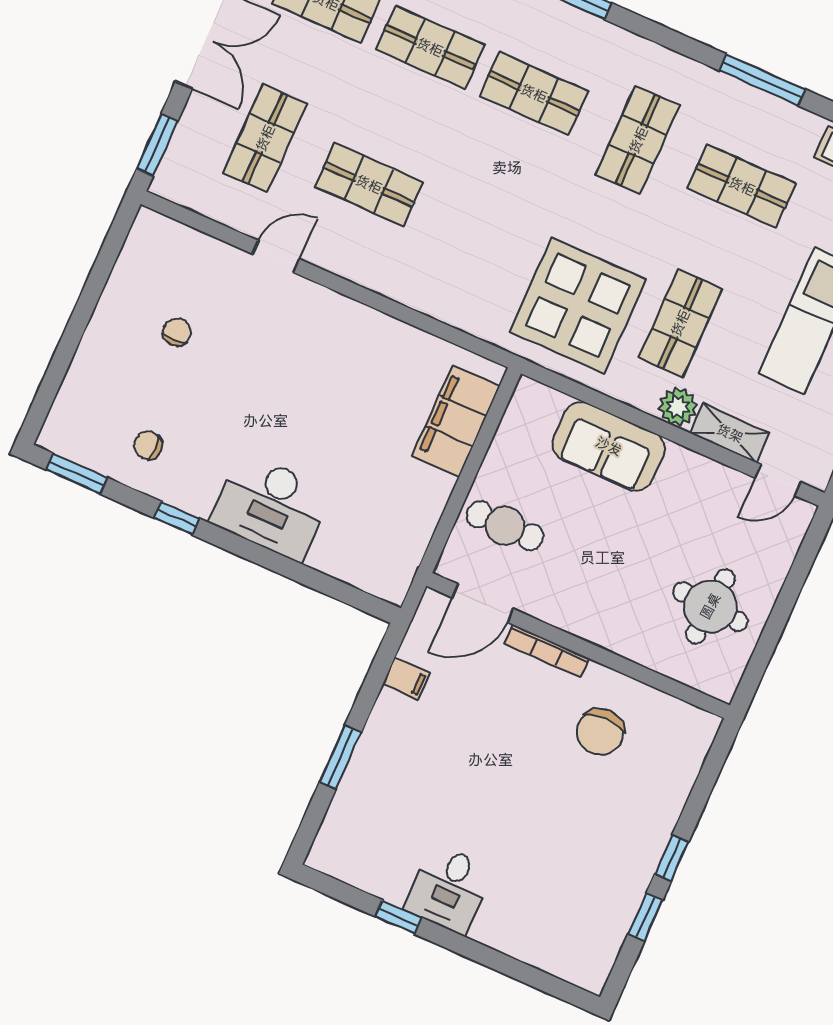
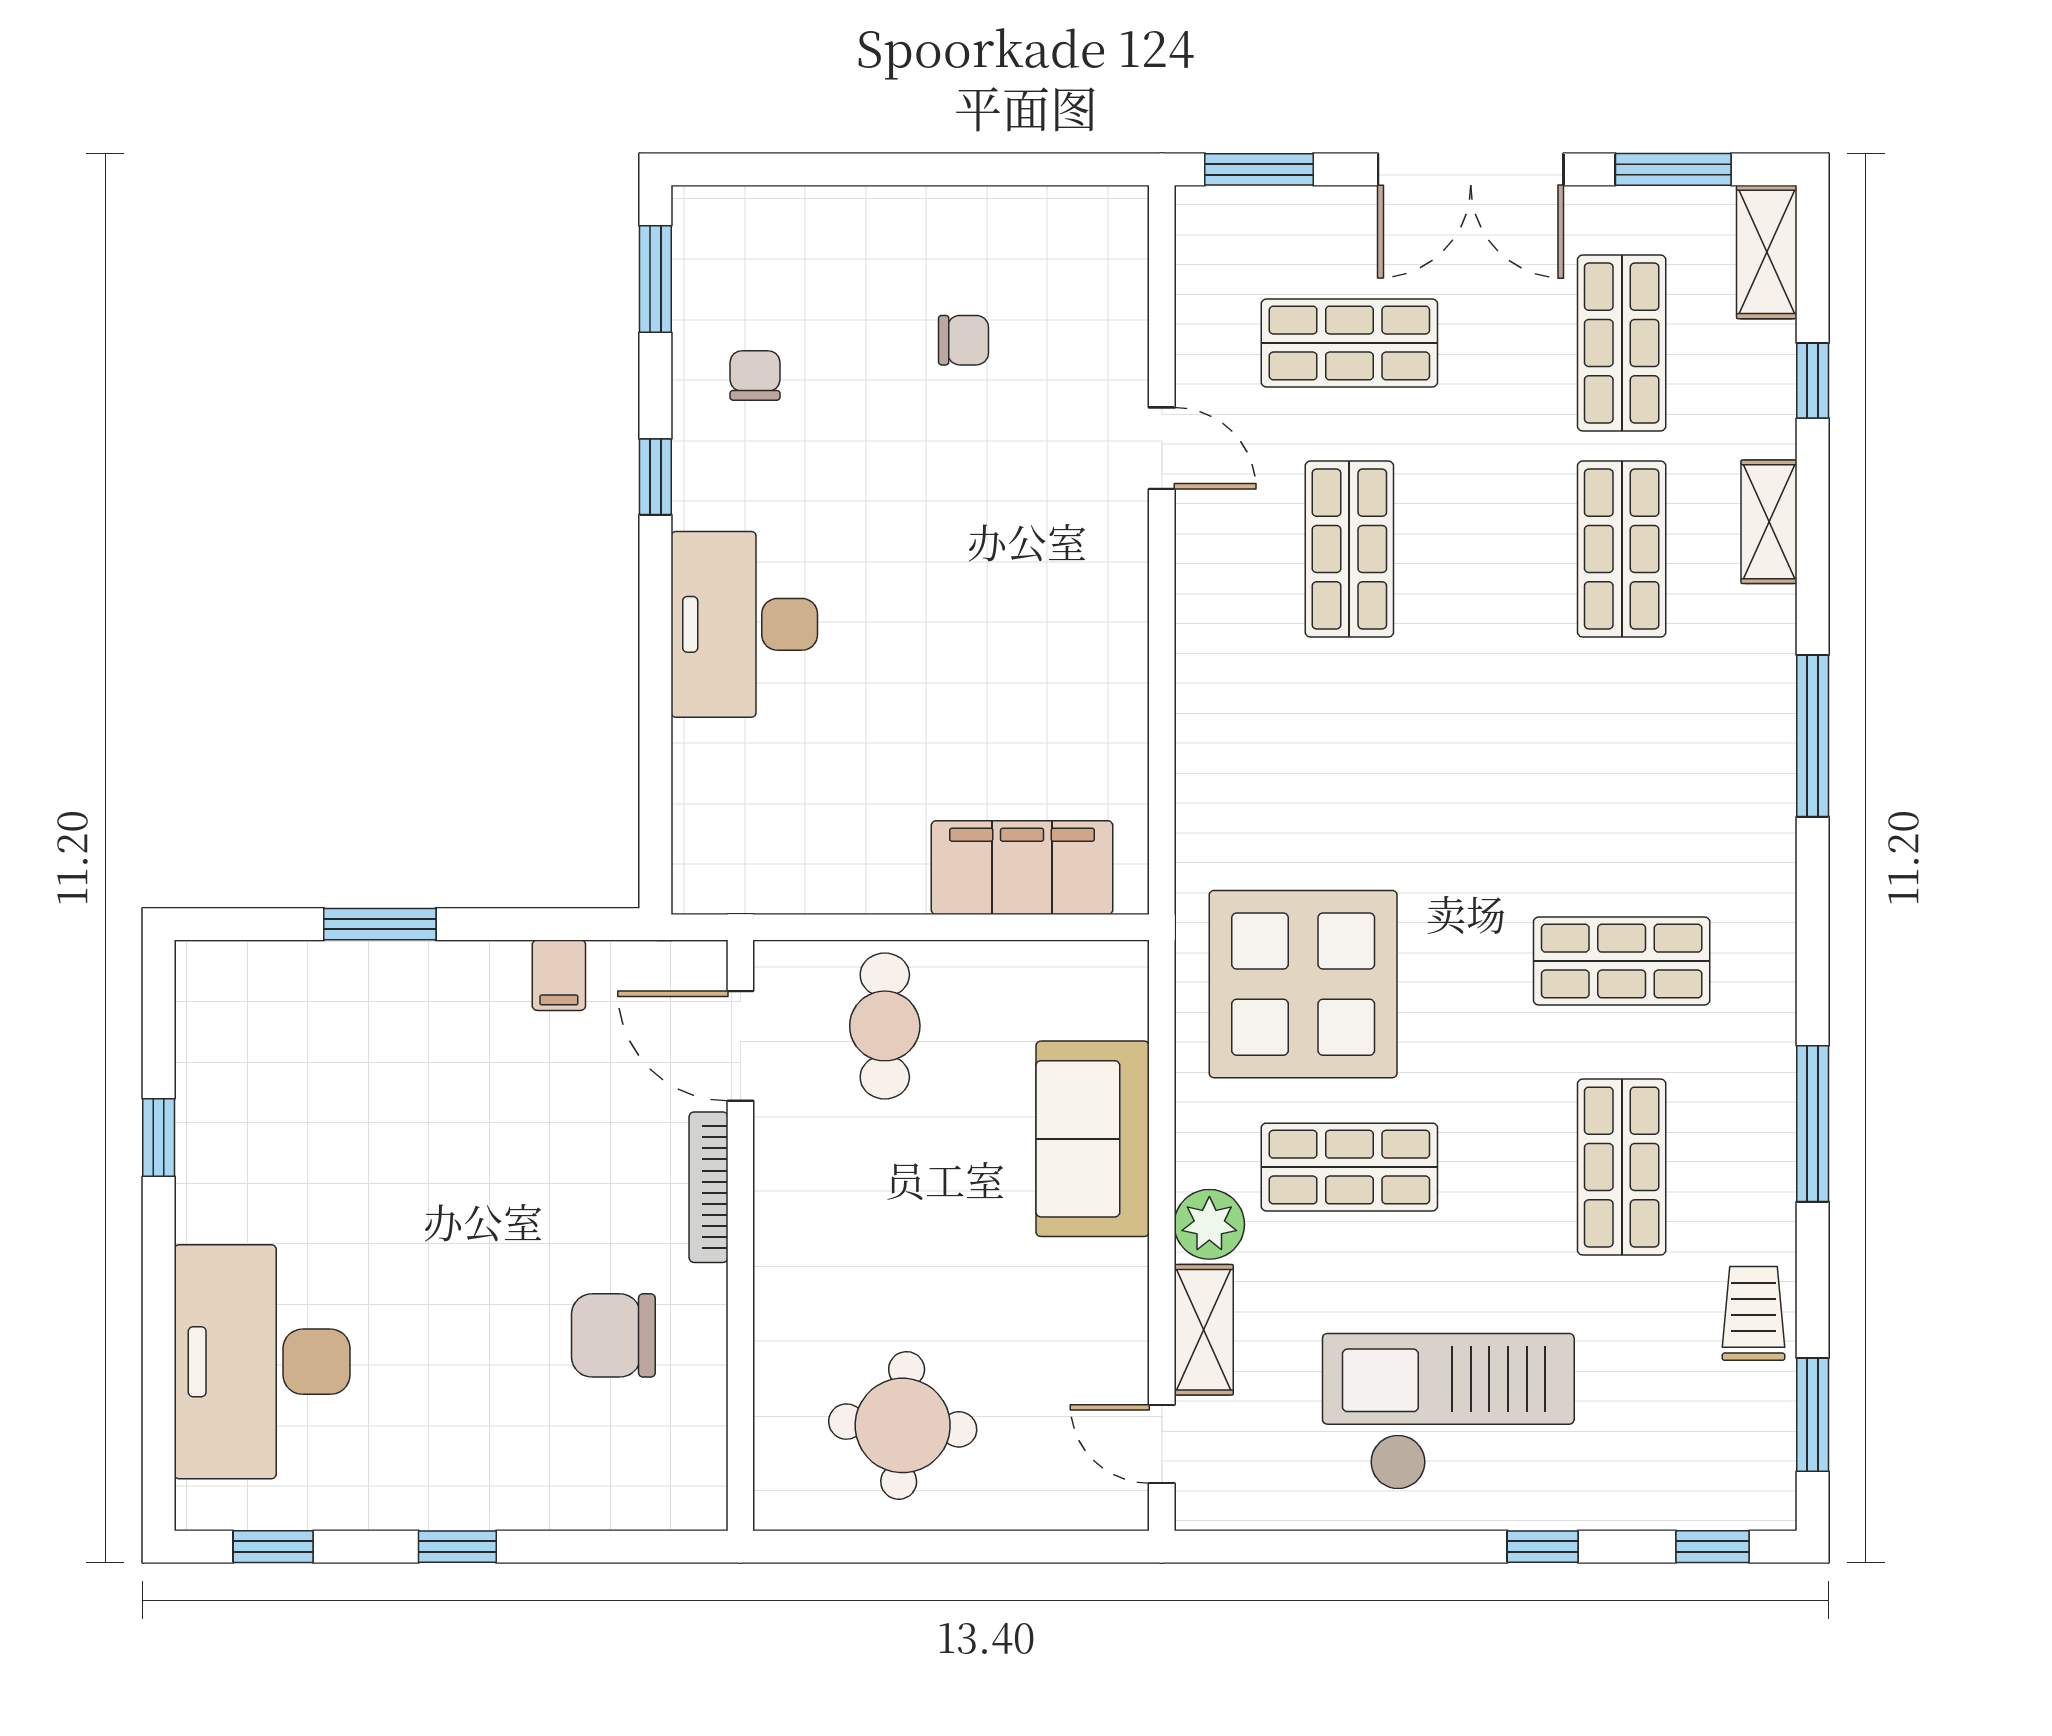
shop shelf: (534, 93) -> (1622, 755), removed
desk: (449, 889) -> (262, 1362), moved, width x1.87, depth x1.30
window: (645, 917) -> (273, 1547), moved

